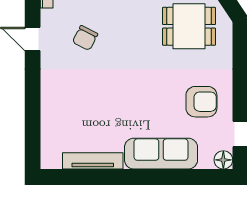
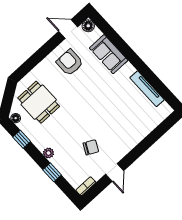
sofa: (161, 154) -> (109, 54), width x0.73

